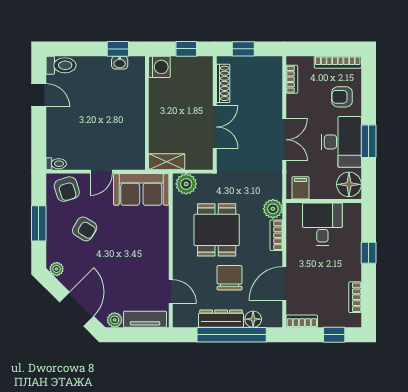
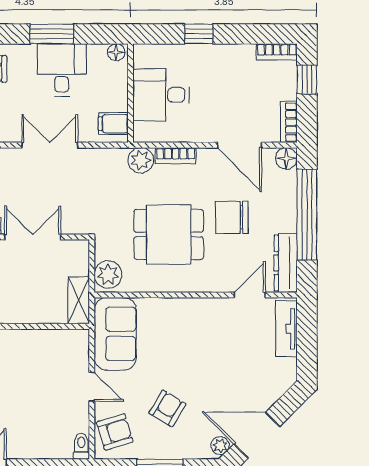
desk: (341, 142) -> (62, 70), width x0.73
floor lamp: (349, 184) -> (116, 52), width x0.53, depth x0.53
bookcase: (355, 297) -> (277, 52), moved
door: (77, 309) -> (257, 435), moved
dresser: (221, 319) -> (286, 263), moved
floor lamp: (253, 319) -> (286, 158), moved
plant: (115, 320) -> (287, 369), removed

